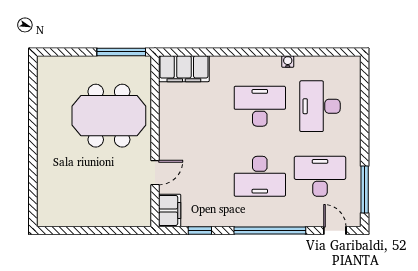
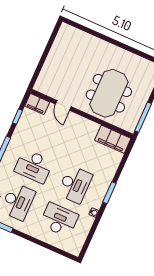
window: (250, 52) -> (109, 193), added
filing cabinet: (184, 69) -> (113, 139), moved, turned -90
desk: (260, 176) -> (34, 166), turned -90

